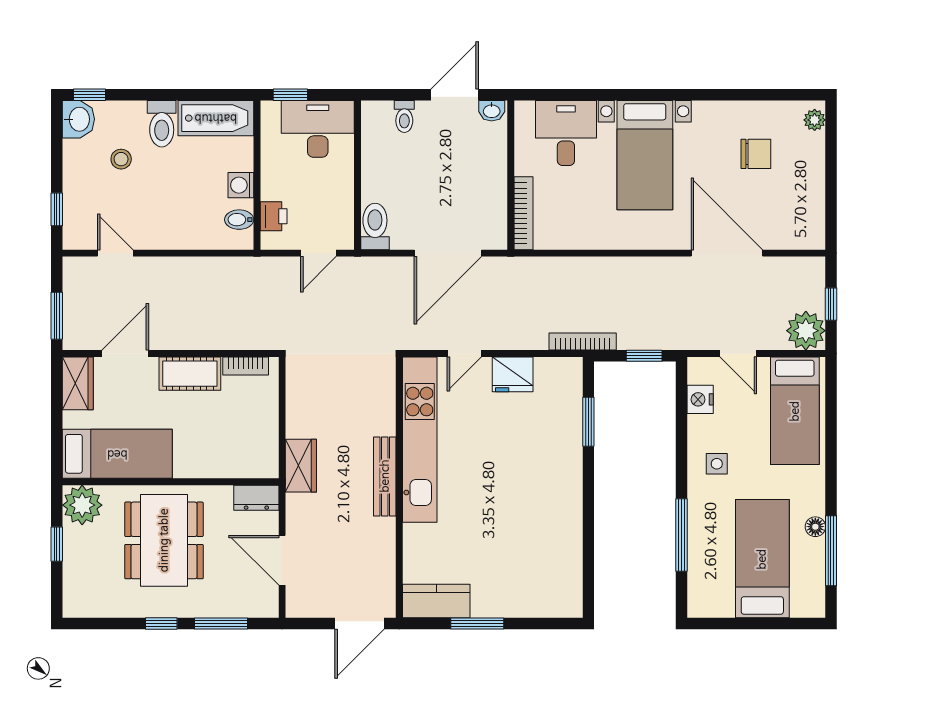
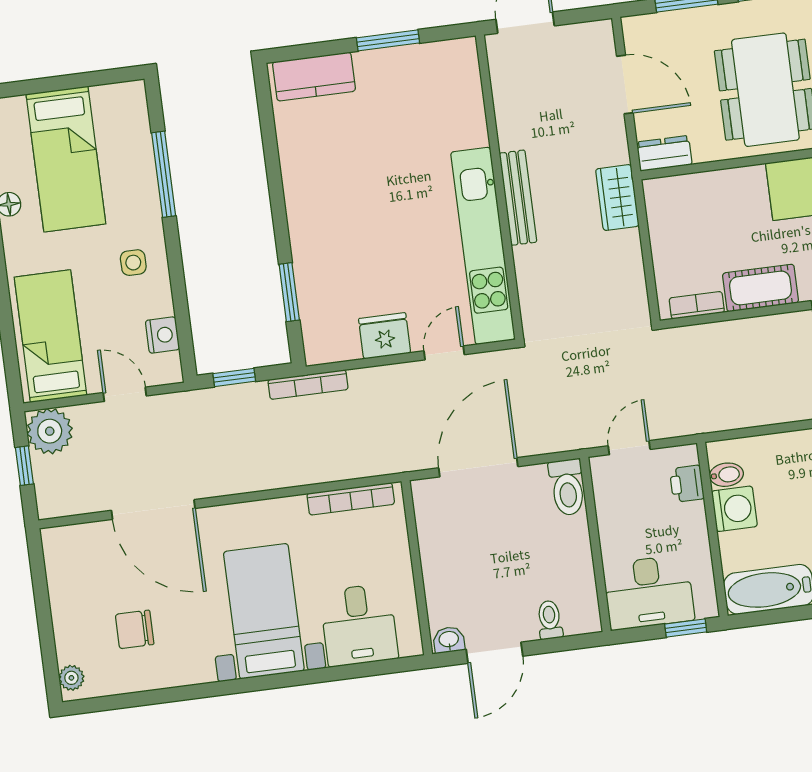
washing machine: (241, 185) -> (734, 509), width x1.38, depth x1.38
bookcase: (524, 213) -> (351, 499), moved, turned -90
kitchen counter: (436, 601) -> (314, 77), moved

